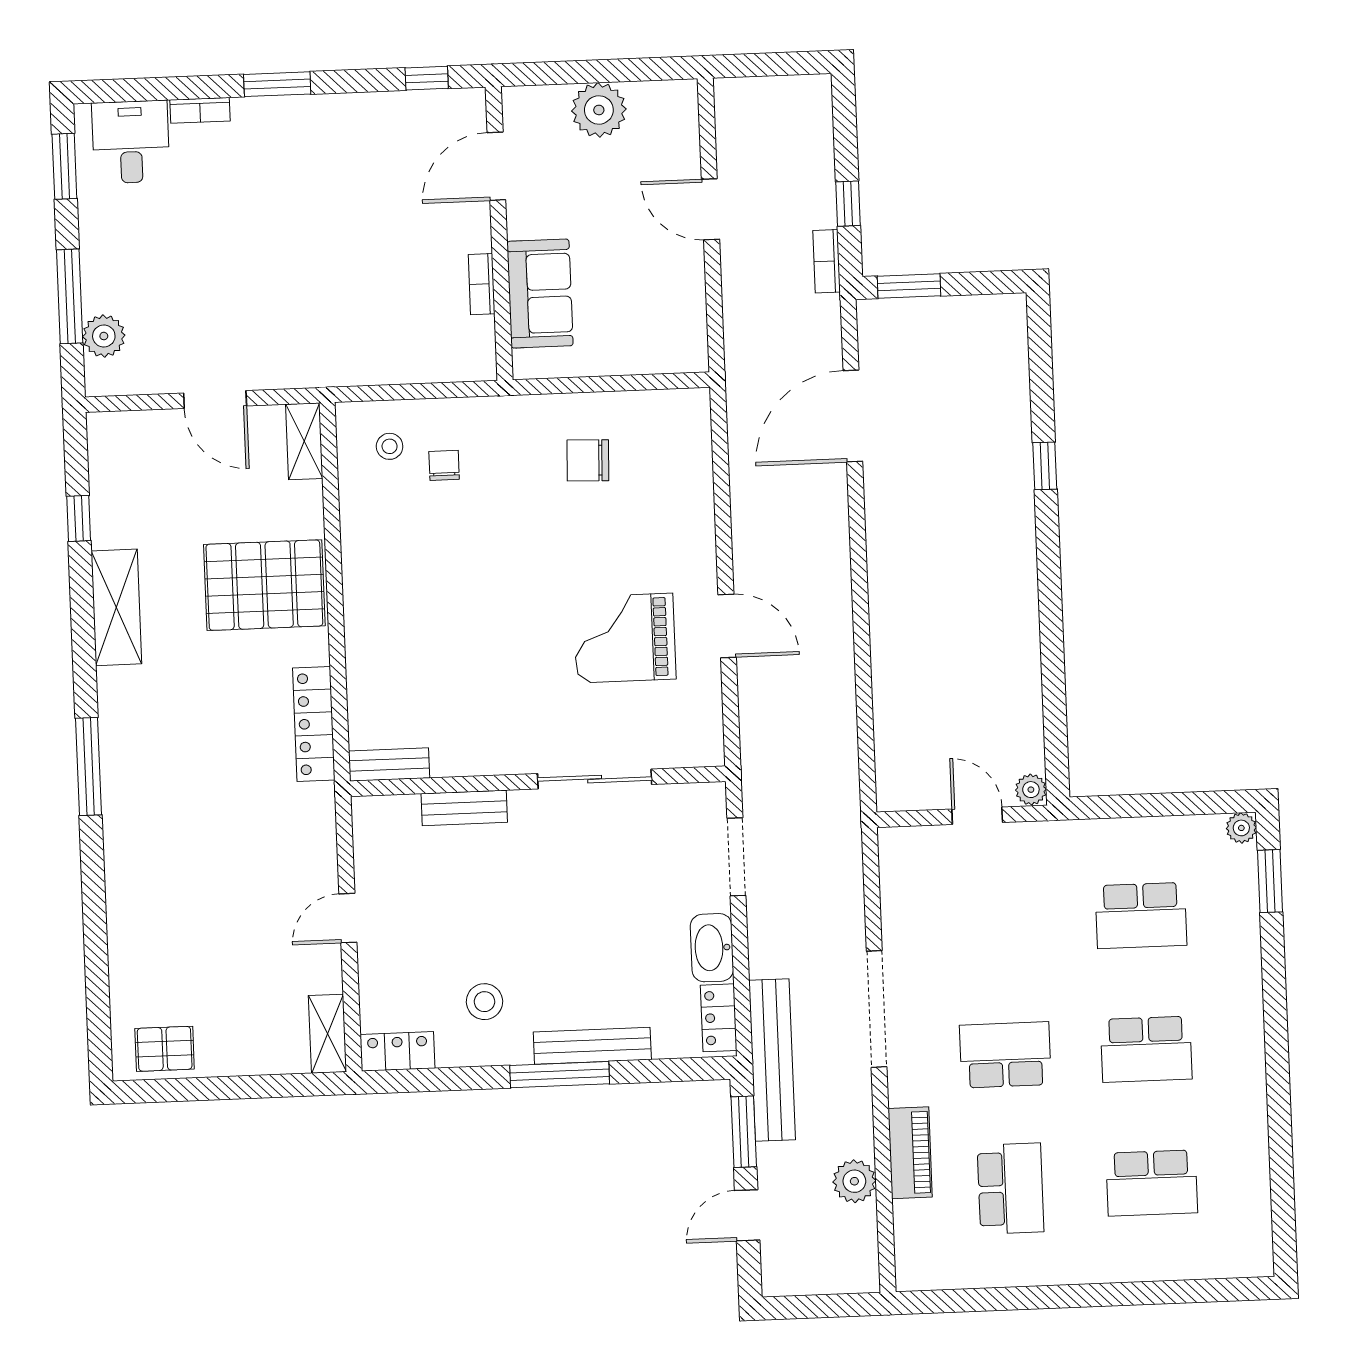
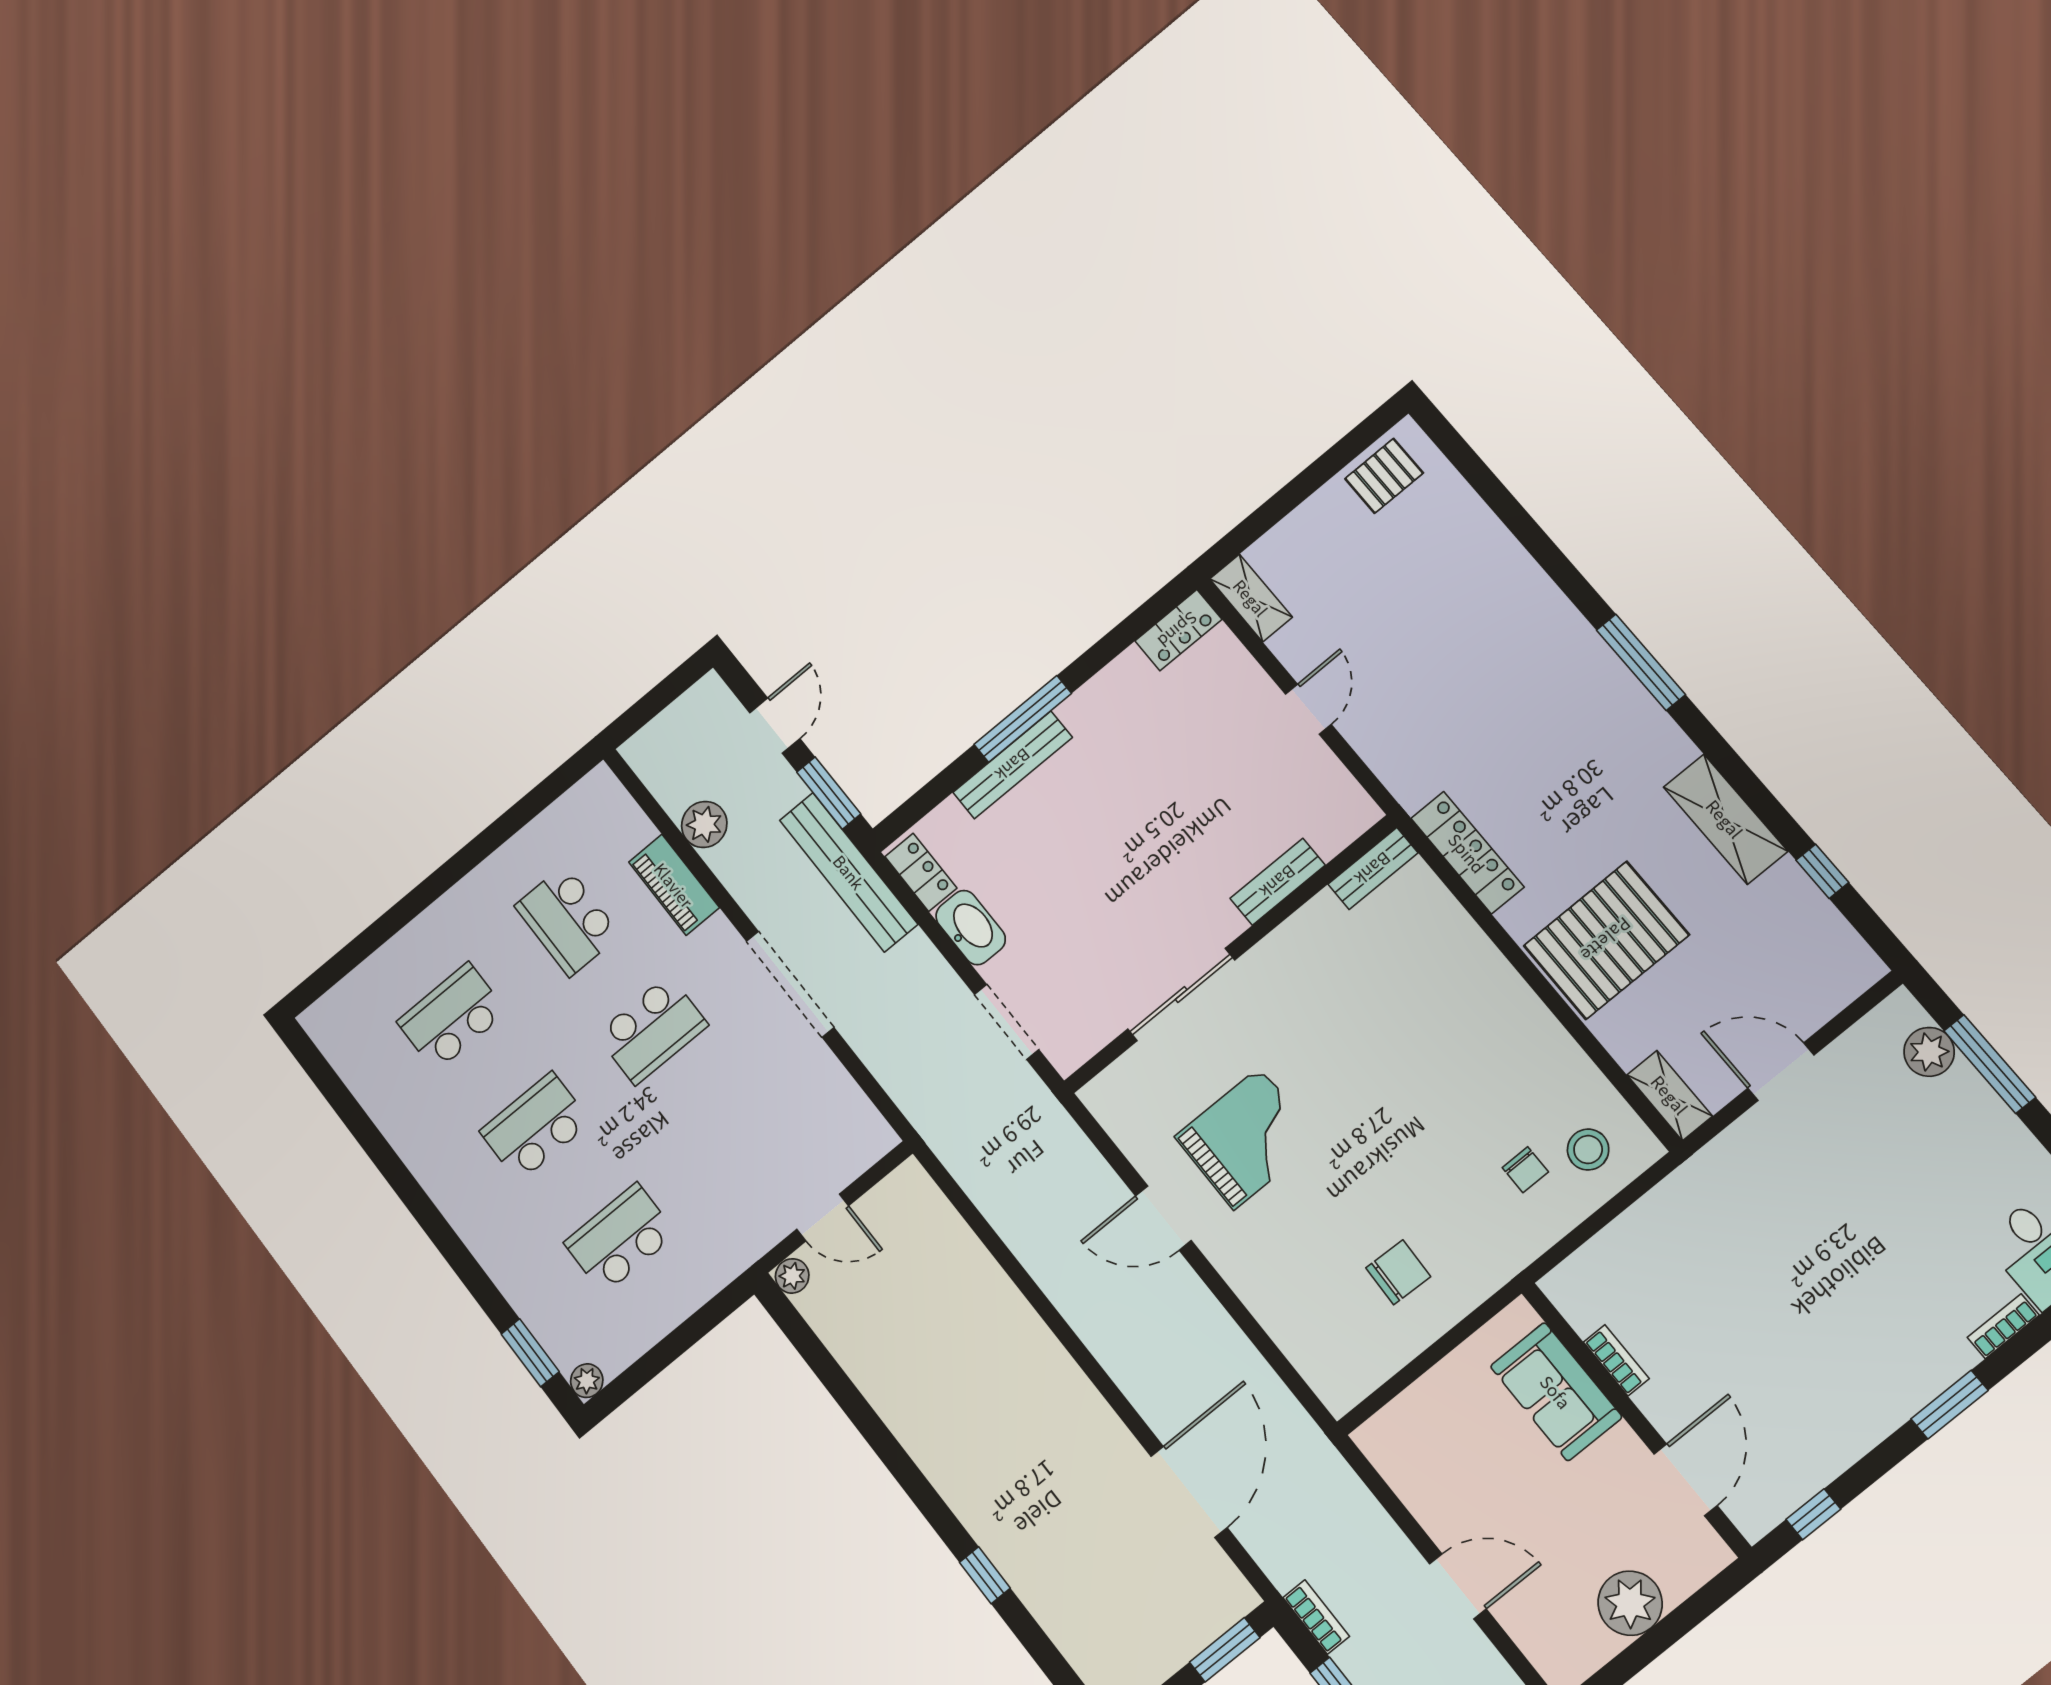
stool: (390, 446) -> (1588, 1150), width x1.37, depth x1.37
stool: (484, 1002) -> (1134, 730), removed

